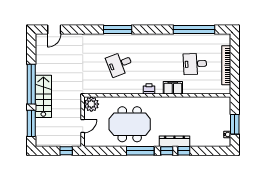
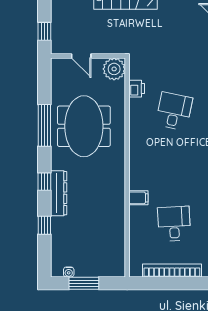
desk: (120, 64) -> (174, 111), turned 33
filing cabinet: (173, 88) -> (138, 198), width x0.50
printer: (149, 89) -> (137, 89), moved
window: (140, 151) -> (44, 125), moved
window: (184, 151) -> (44, 225), moved

